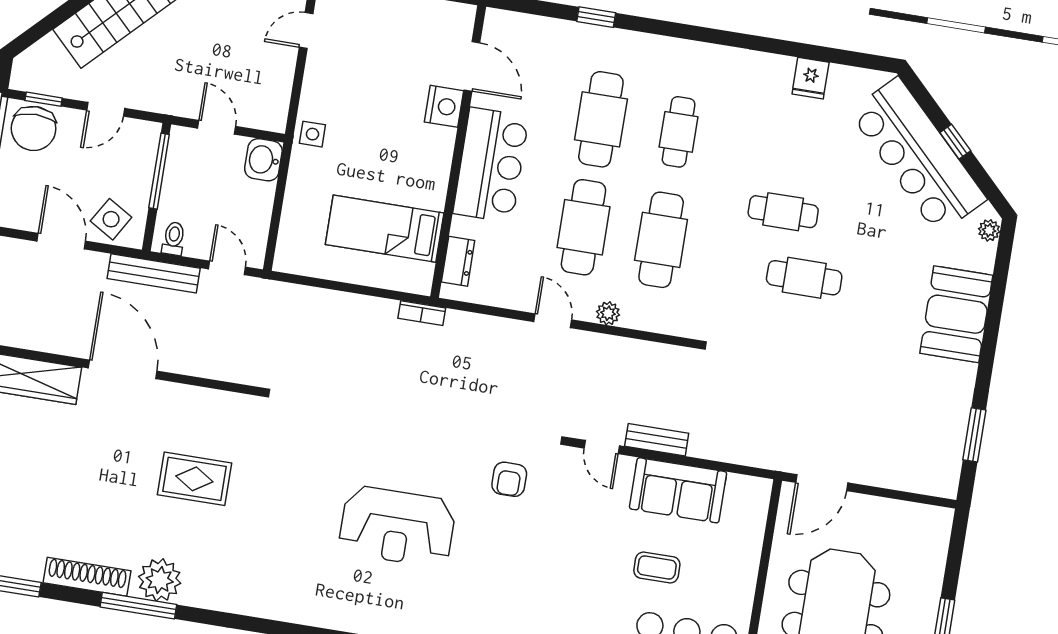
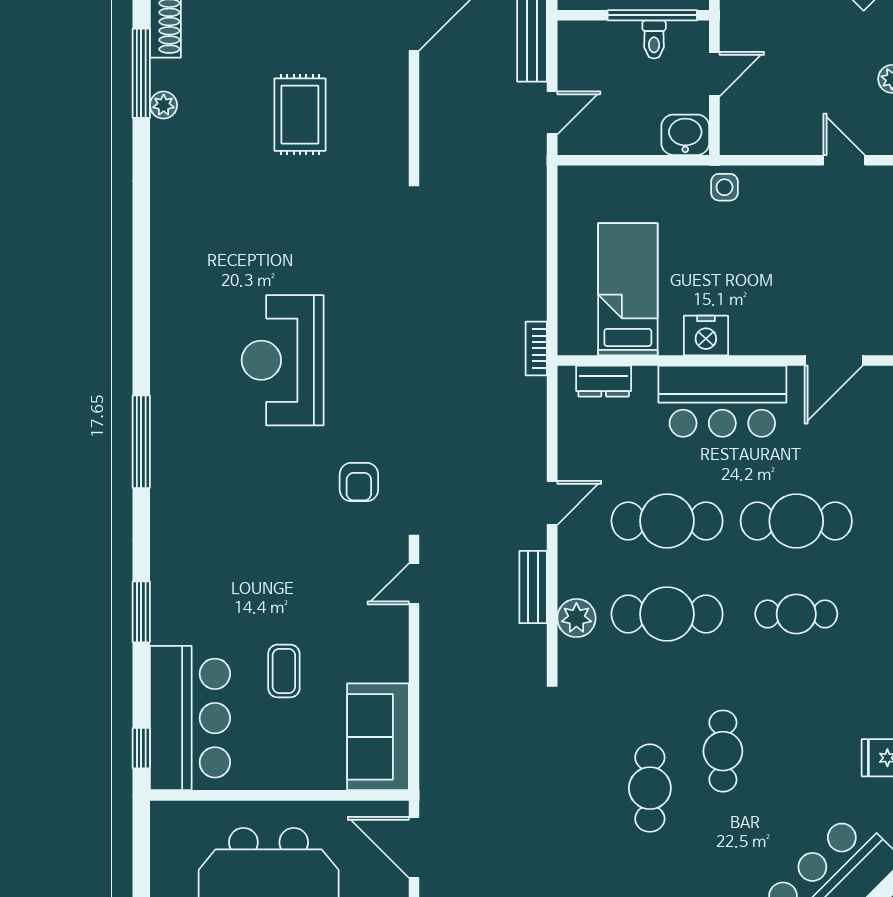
nightstand: (444, 106) -> (706, 335), moved
toilet: (174, 238) -> (654, 40), moved, turned 90
plant: (608, 313) -> (576, 618), moved, width x1.38, depth x1.38
bench: (657, 440) -> (533, 587), moved
armchair: (509, 479) -> (359, 482), turned -90
sofa: (678, 490) -> (378, 737), moved
plant: (160, 580) -> (164, 105), width x0.53, depth x0.53

